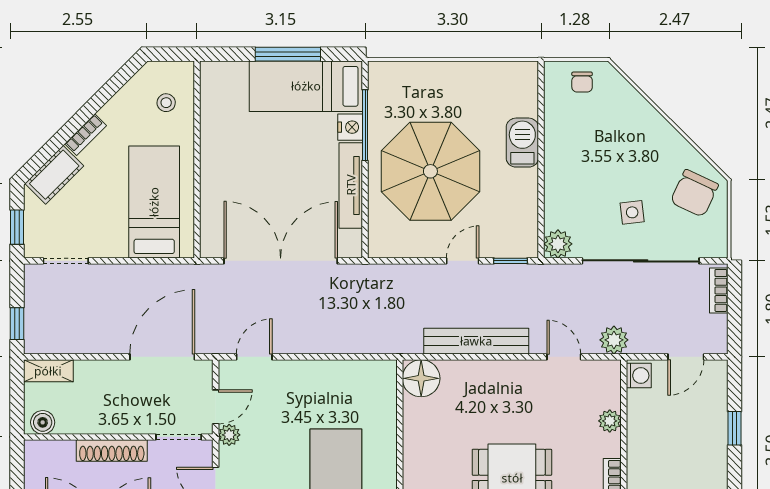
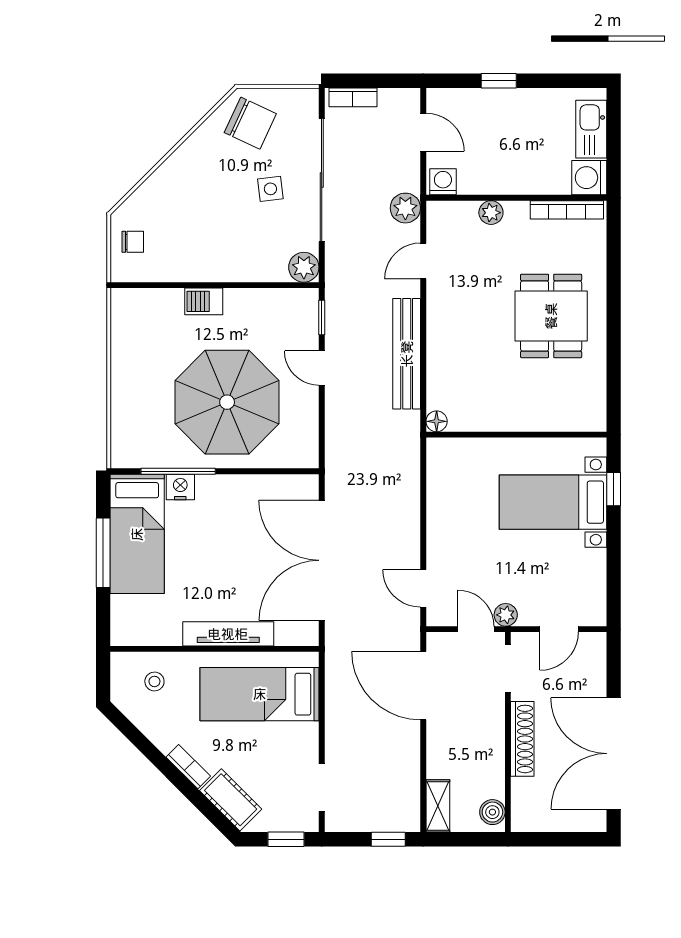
barbecue: (522, 143) -> (204, 301), width x0.73, depth x0.79
tv unit: (351, 185) -> (228, 634), moved, turned 180
floor lamp: (421, 378) -> (437, 421), width x0.53, depth x0.53

